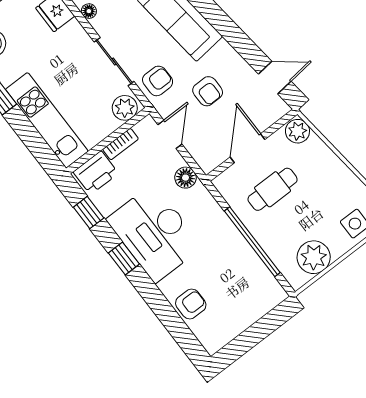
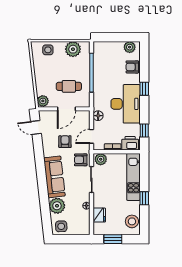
window: (124, 259) -> (144, 89), moved
plant: (221, 334) -> (130, 47), added

